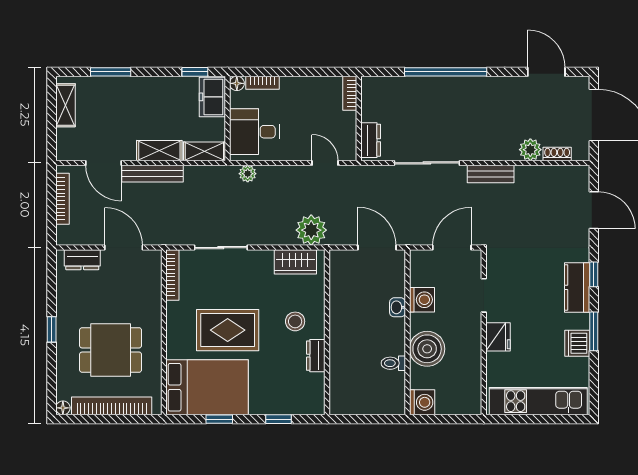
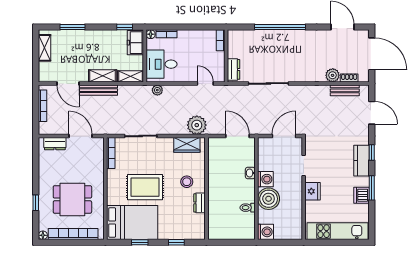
bench: (491, 174) -> (345, 90), moved
washing machine: (422, 300) -> (265, 179), moved
window: (52, 329) -> (36, 203), moved

